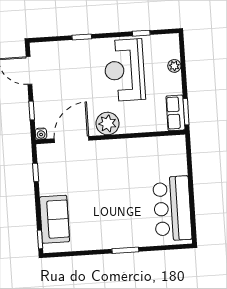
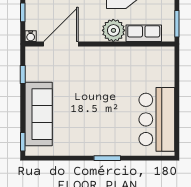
row of seats: (175, 113) -> (144, 33), moved, turned 90
plant: (108, 124) -> (113, 30), moved
sofa: (55, 219) -> (39, 114), width x1.36

